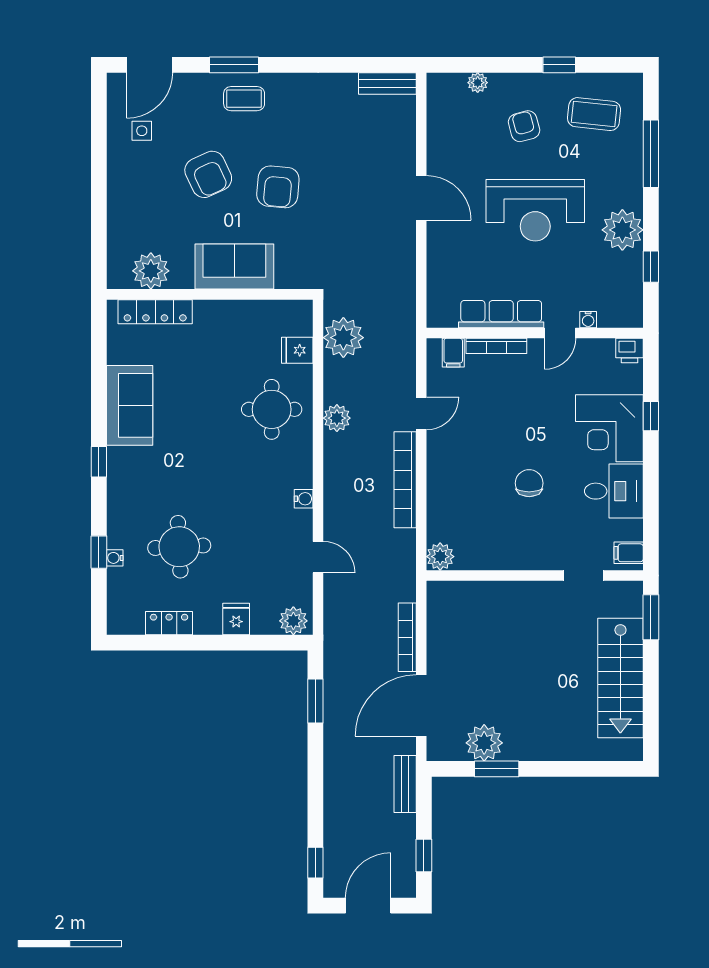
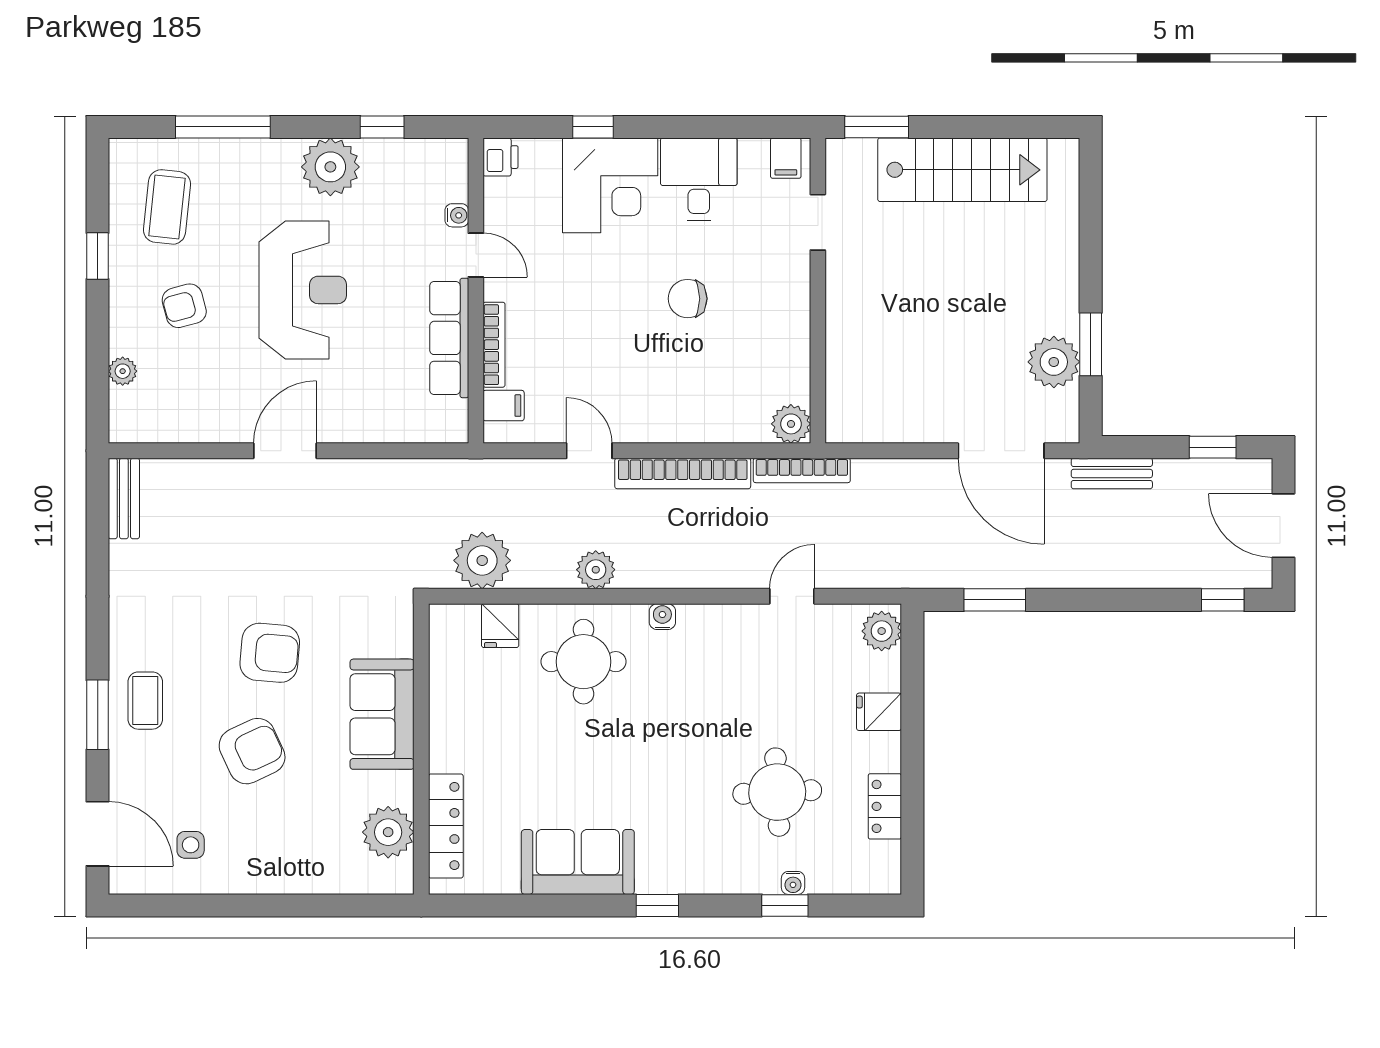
water cooler: (304, 499) -> (662, 617), moved
bookcase: (407, 637) -> (802, 470), moved

